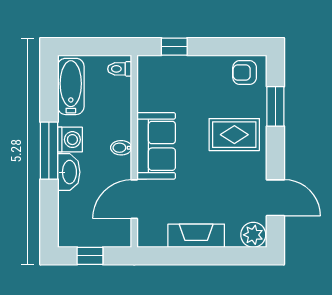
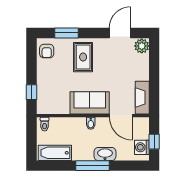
washing machine: (70, 140) -> (142, 147), moved, turned -90
fireplace: (196, 236) -> (142, 98), moved

